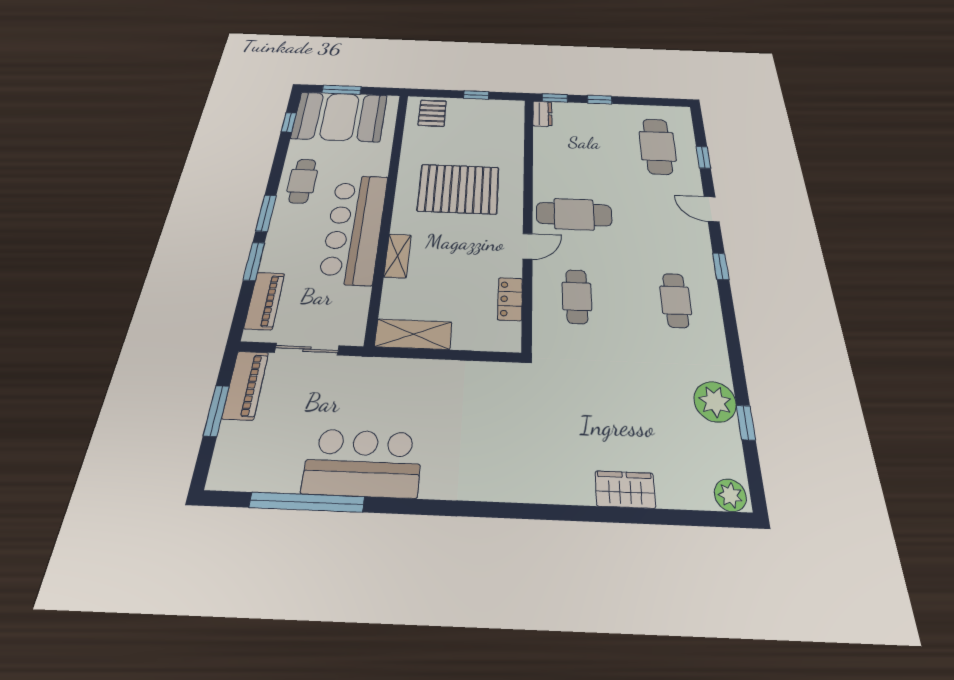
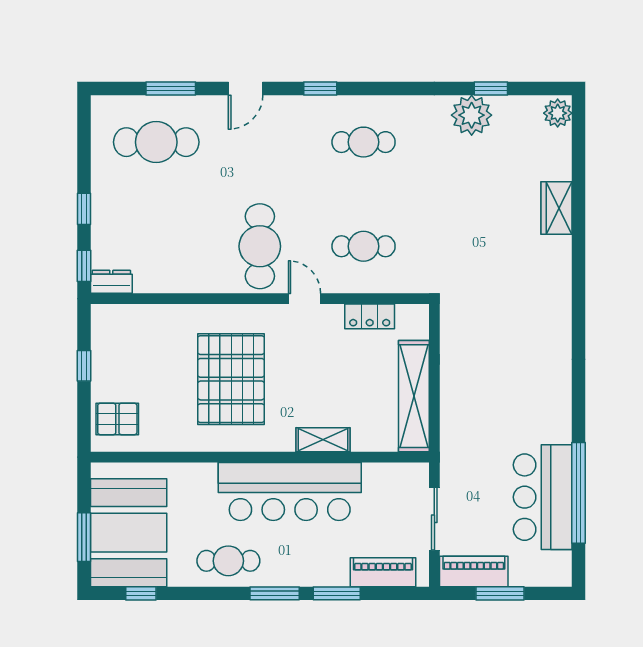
window: (703, 157) -> (171, 88), width x1.50
shelving: (413, 334) -> (414, 396), width x1.47
bar counter: (363, 463) -> (543, 497), moved

